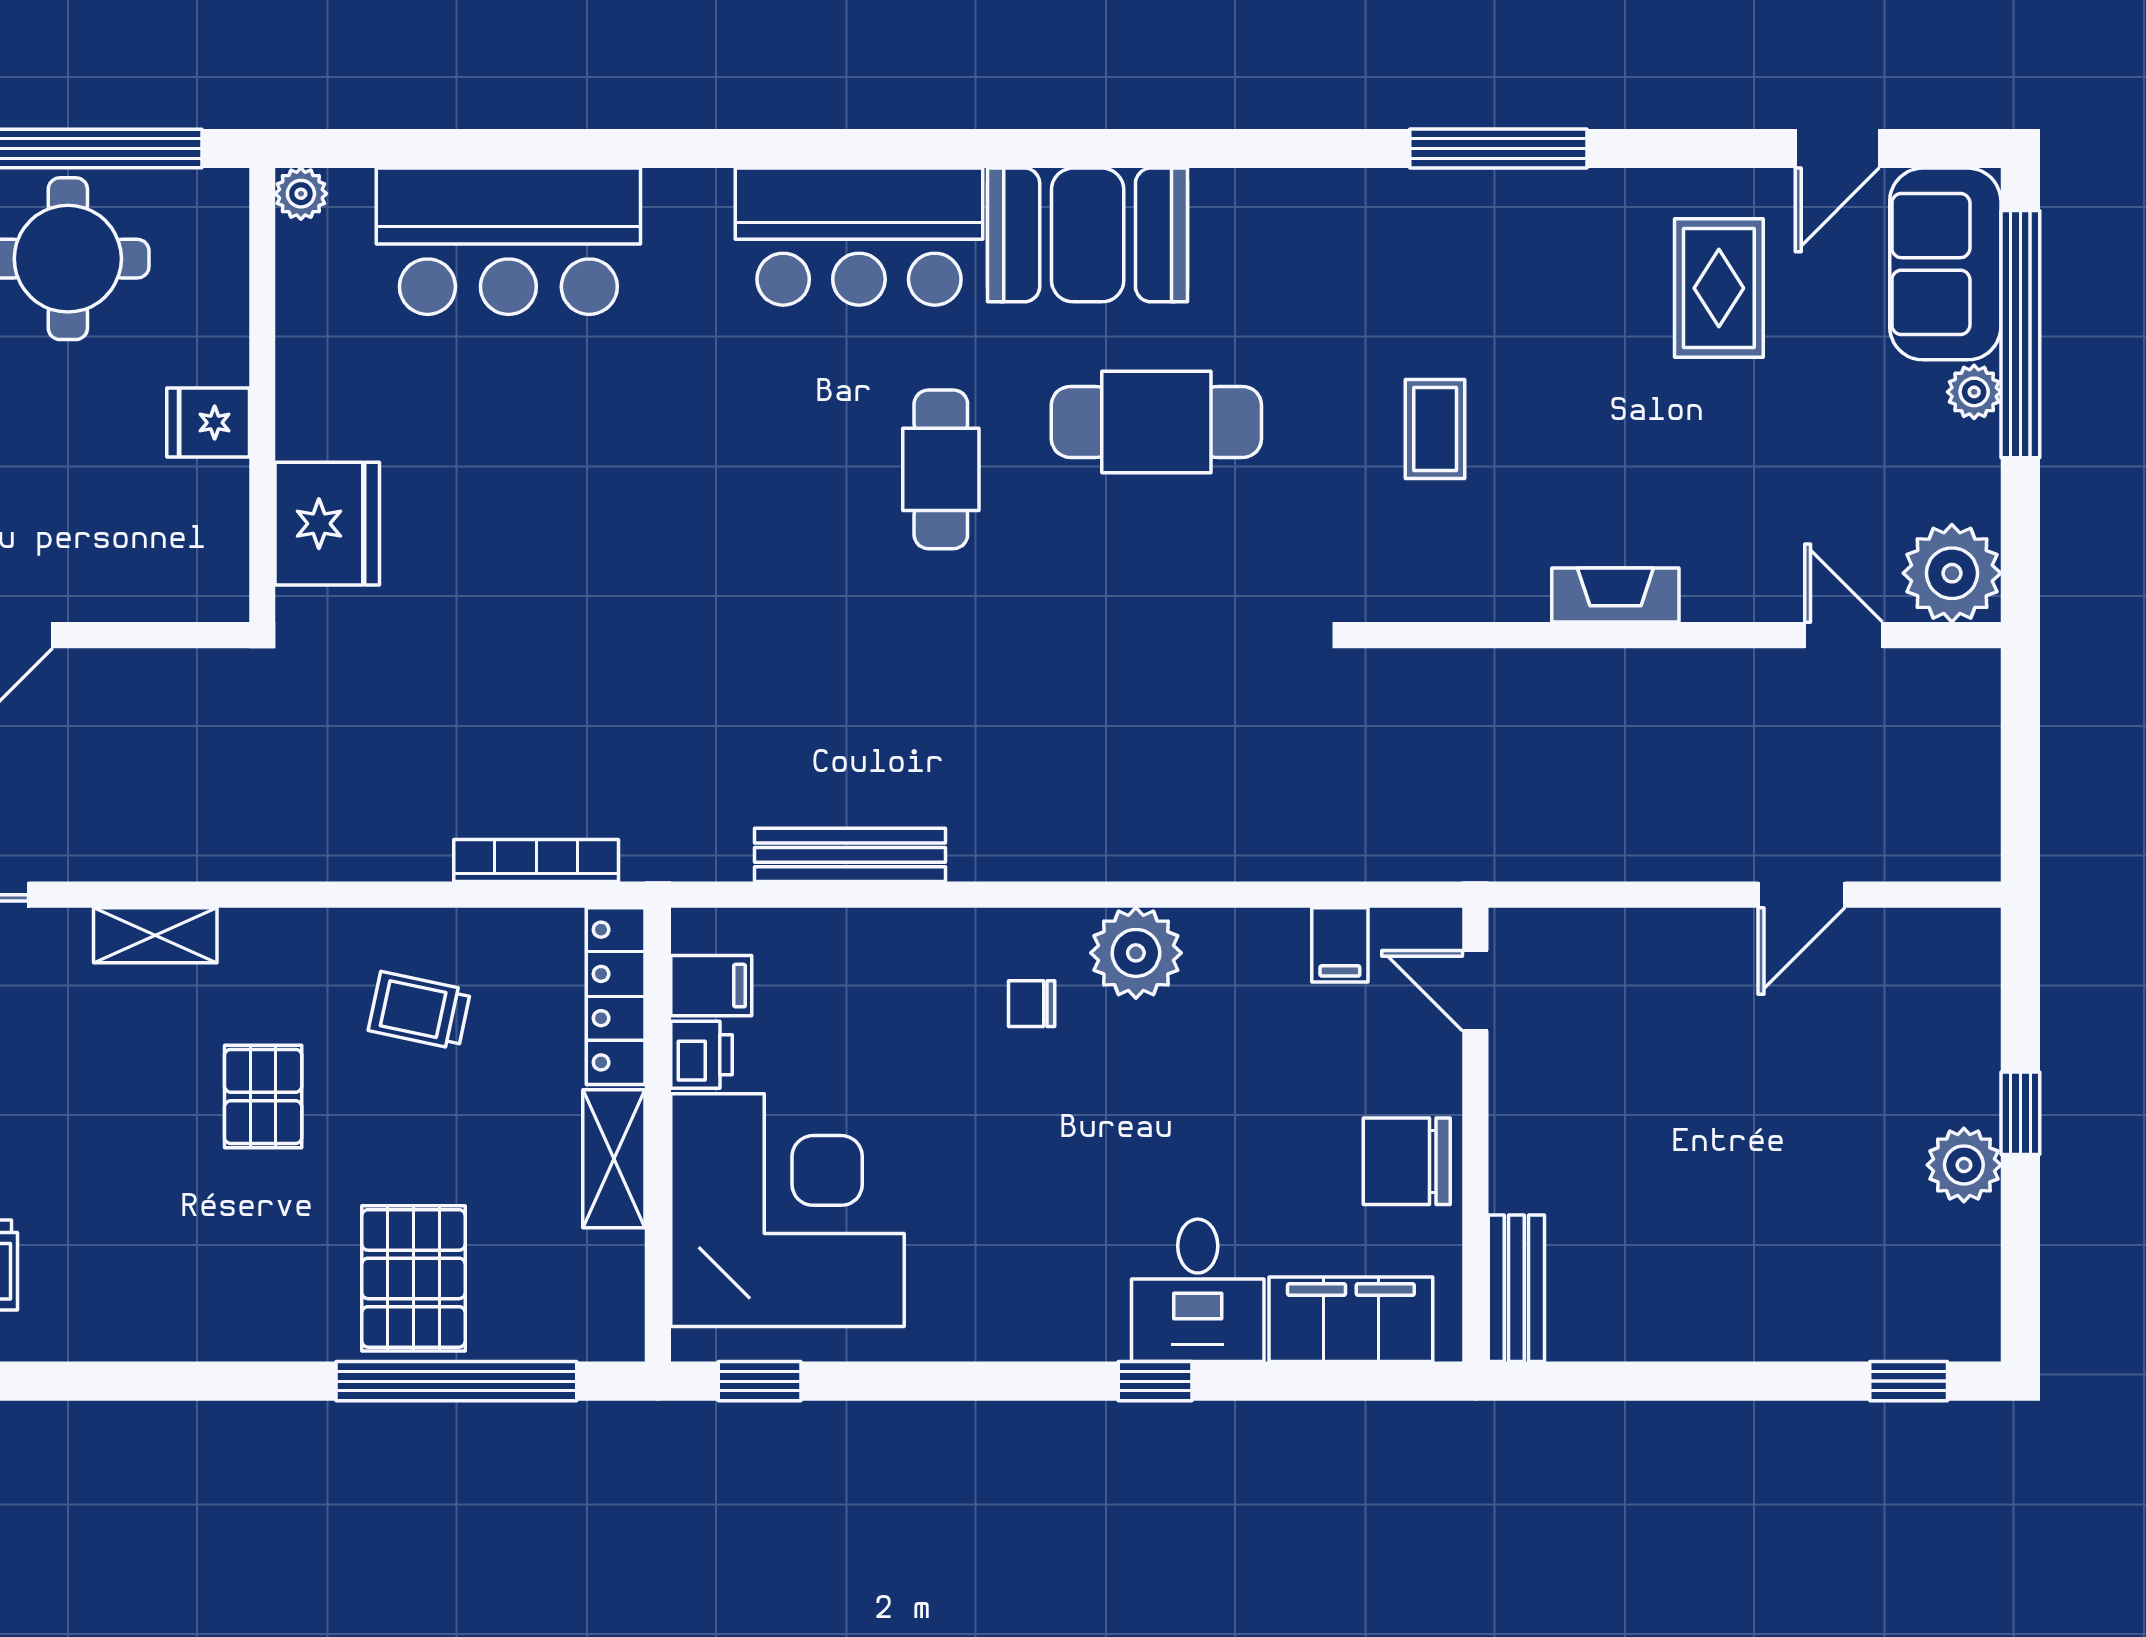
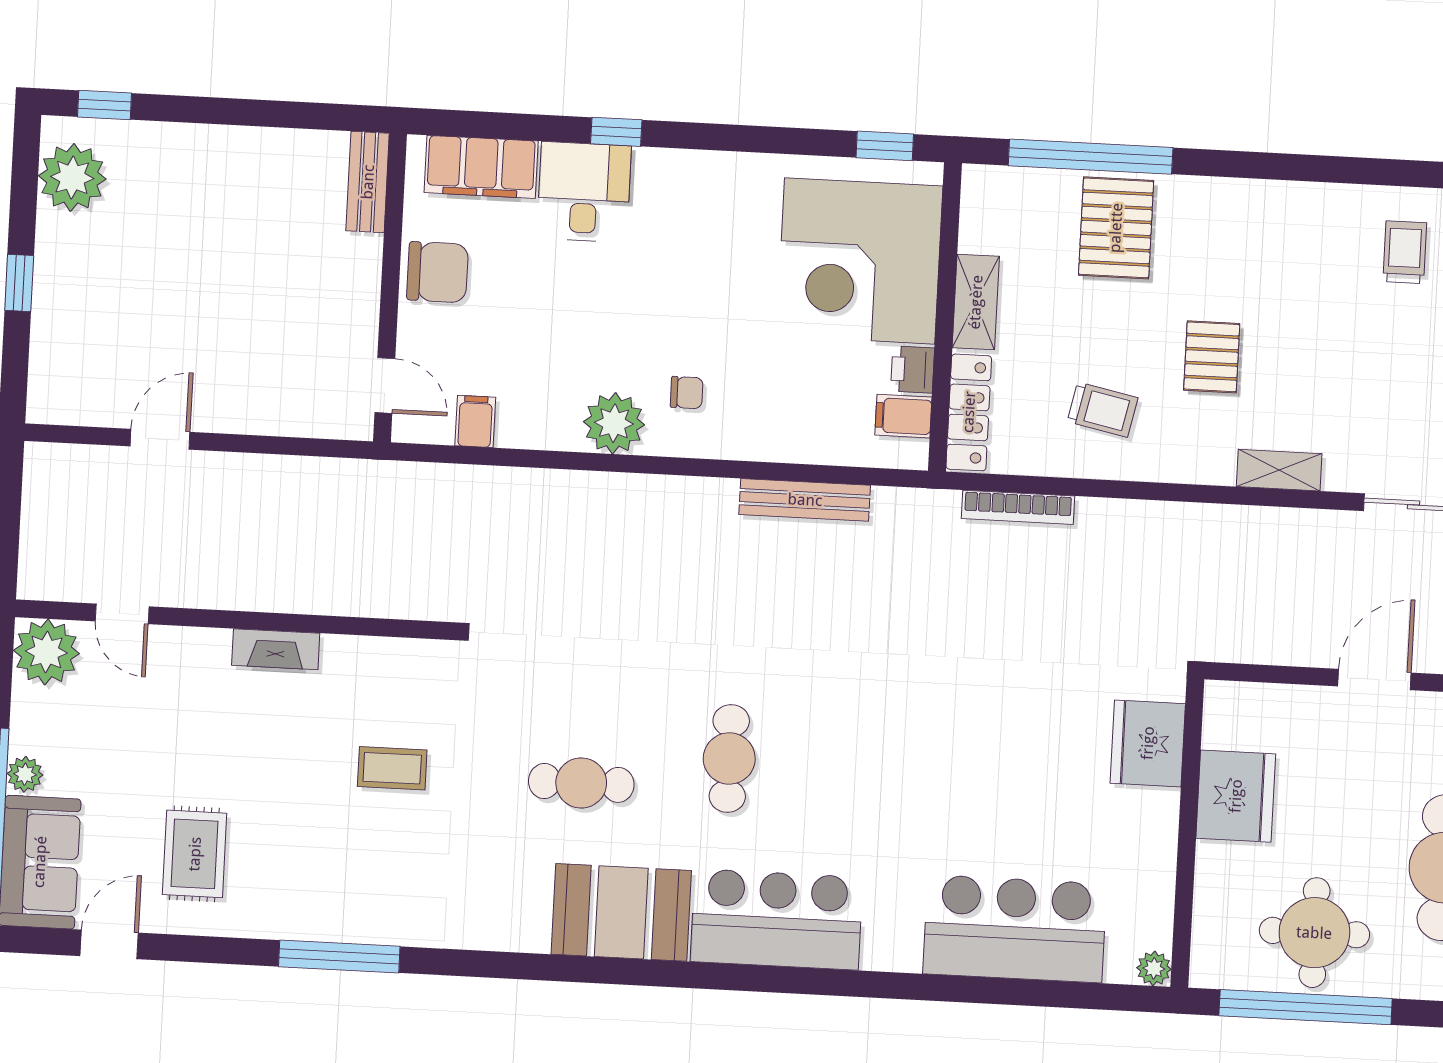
cafe table: (1156, 422) -> (581, 783), width x0.73, depth x0.74
fridge: (208, 423) -> (1236, 796), width x1.88, depth x1.34
coffee table: (1435, 429) -> (392, 768), turned 90
plant: (1964, 1165) -> (72, 177), moved, width x1.36, depth x1.36

